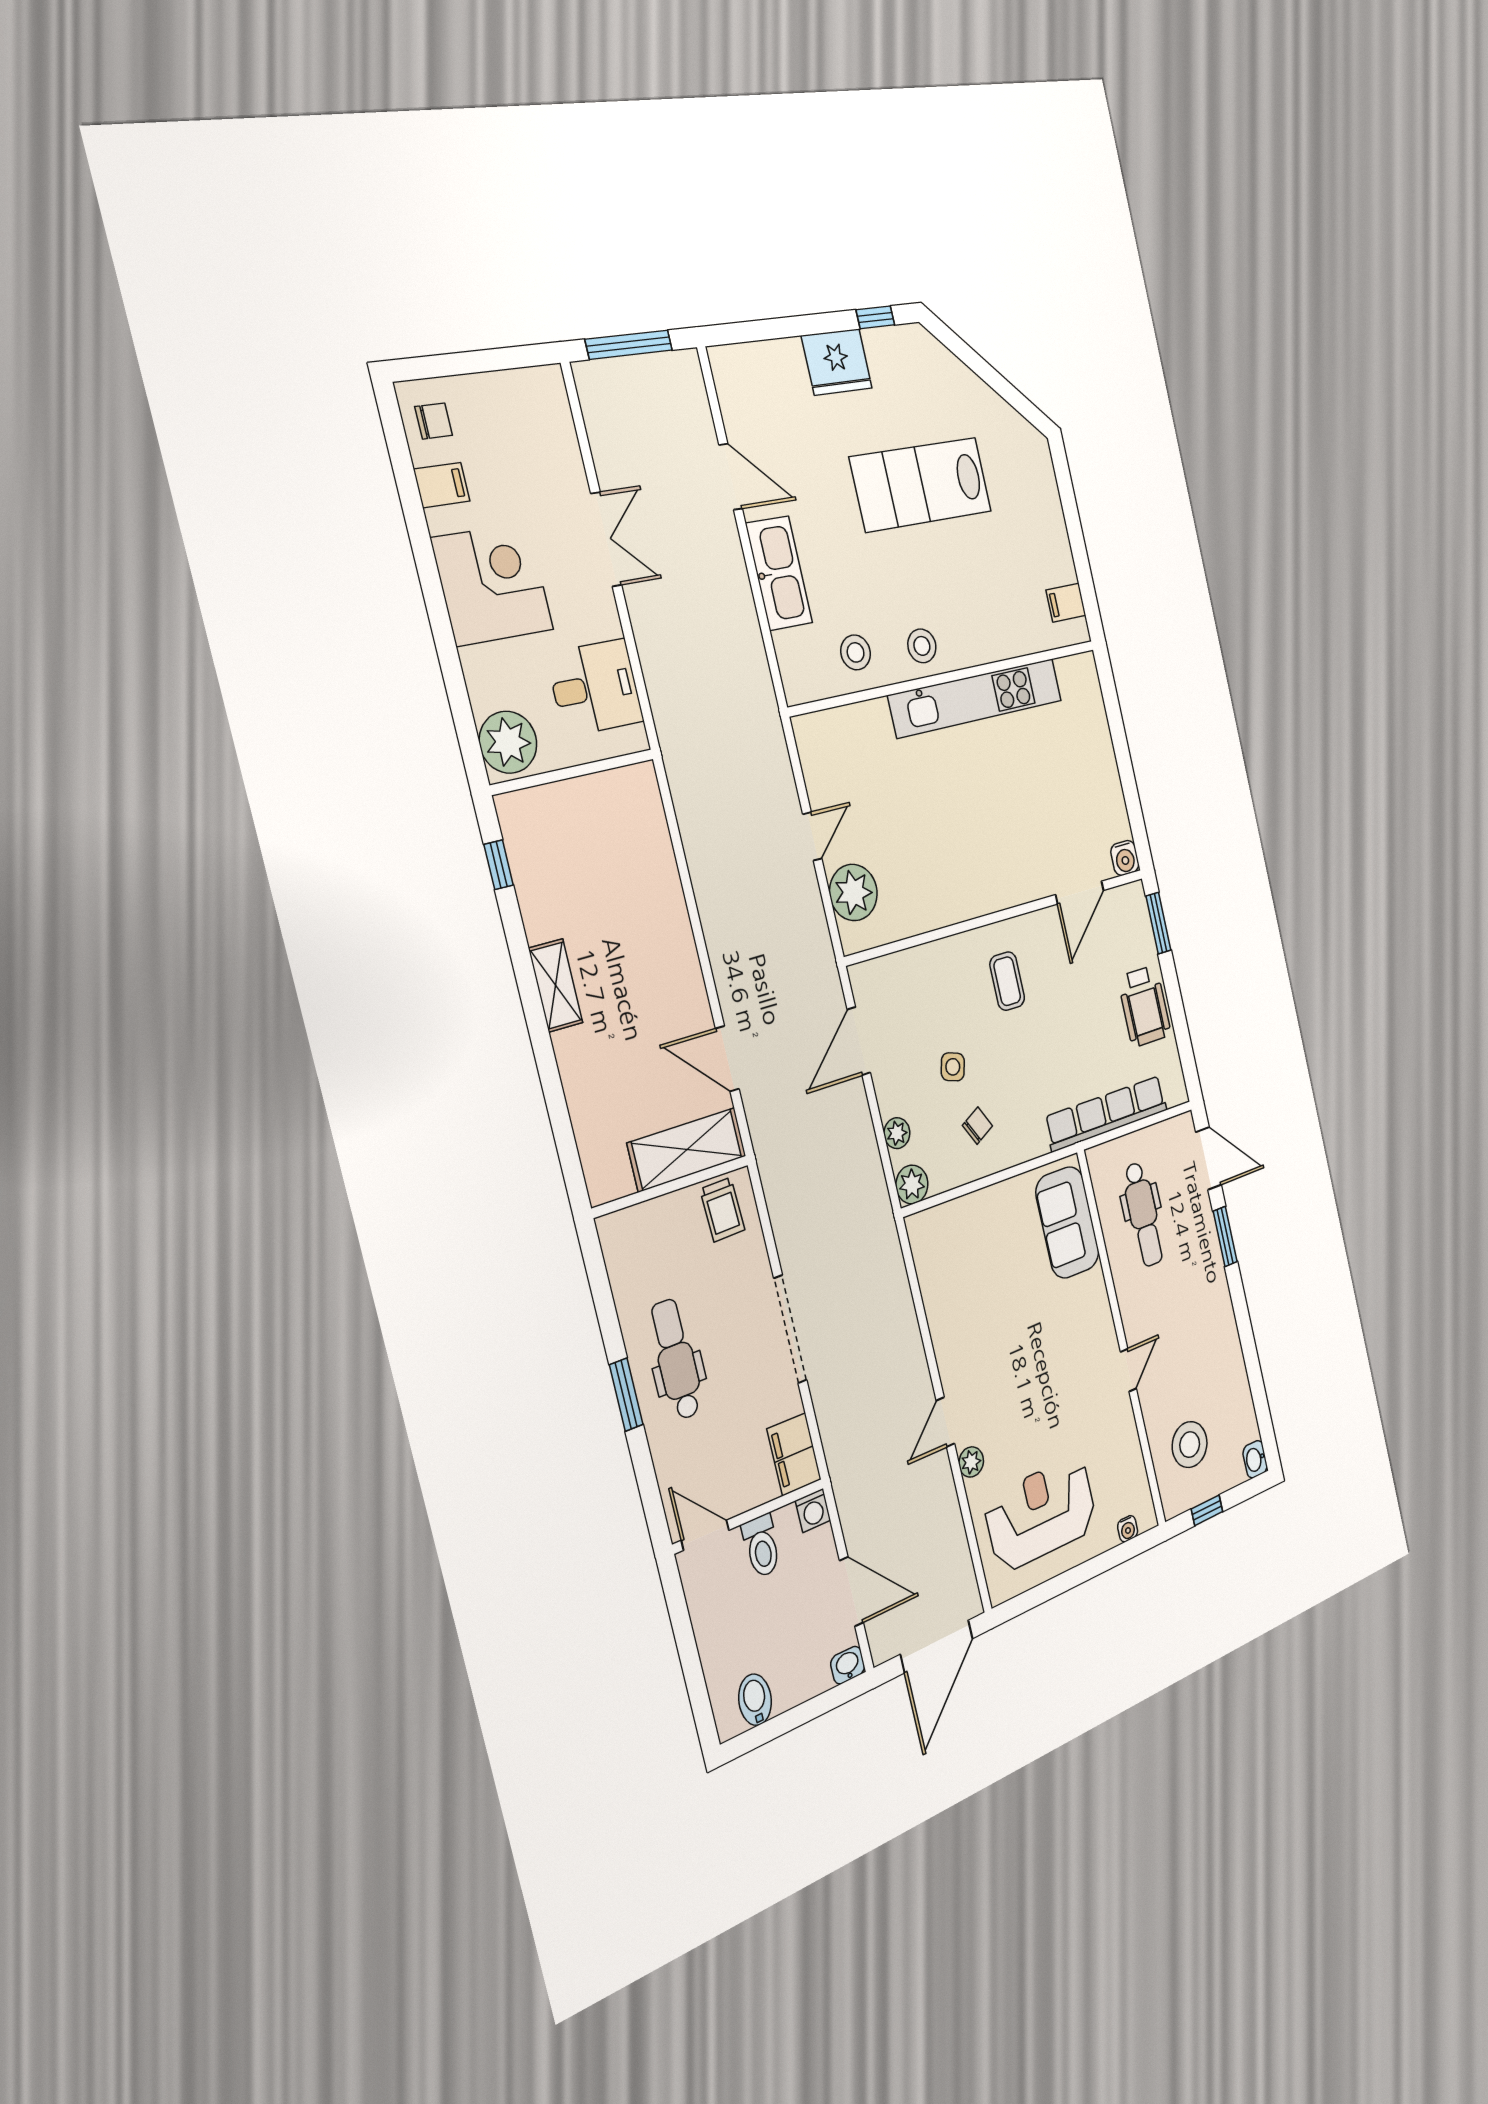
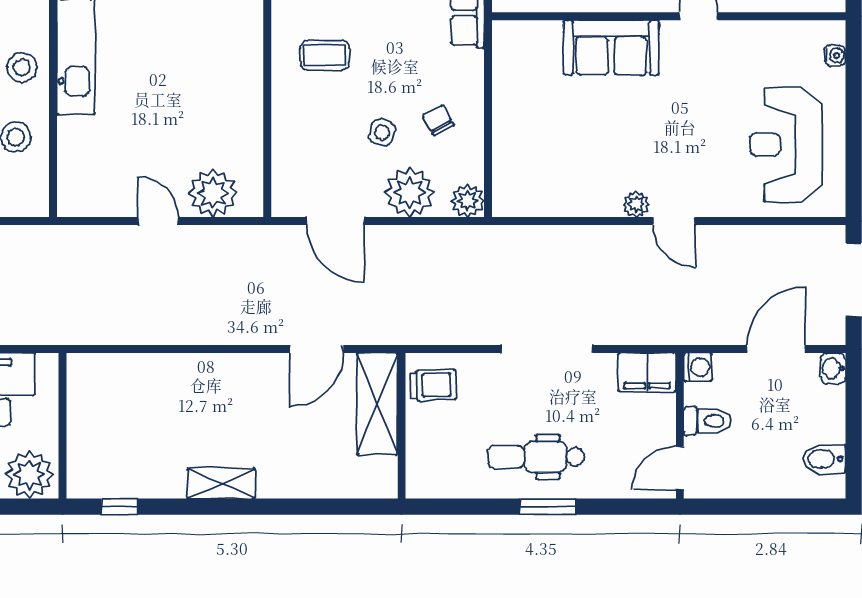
plant: (897, 1133) -> (410, 192), width x1.87, depth x1.87
sofa: (1067, 1222) -> (611, 48), moved
plant: (971, 1462) -> (636, 204), moved

